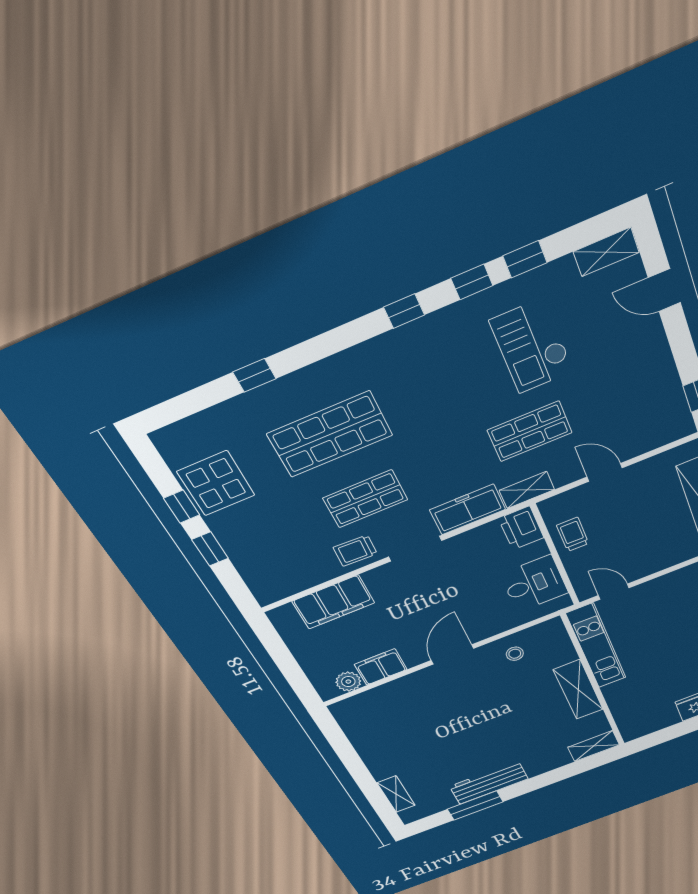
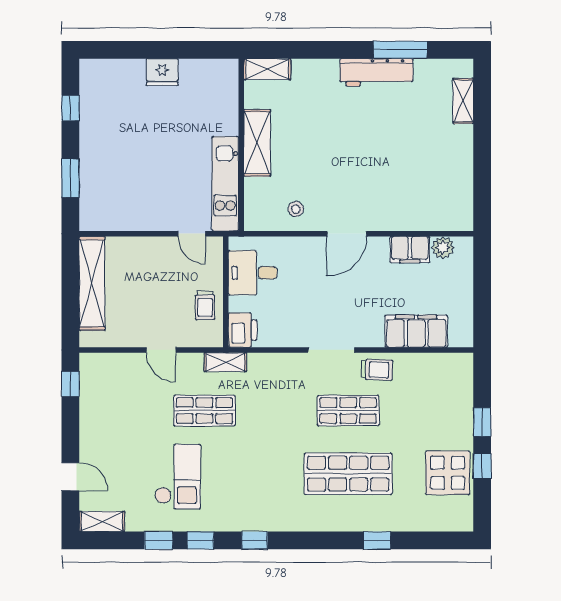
freezer: (467, 510) -> (277, 366), removed

